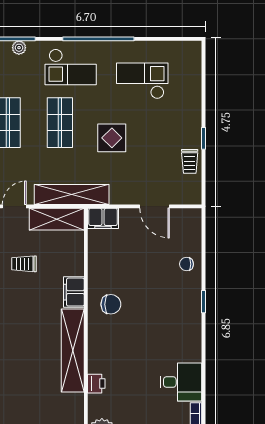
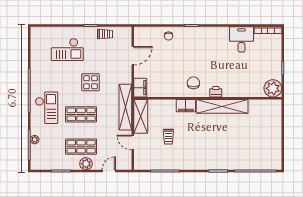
checkout: (142, 81) -> (67, 50), moved, turned -90
printer: (96, 384) -> (216, 92), moved

